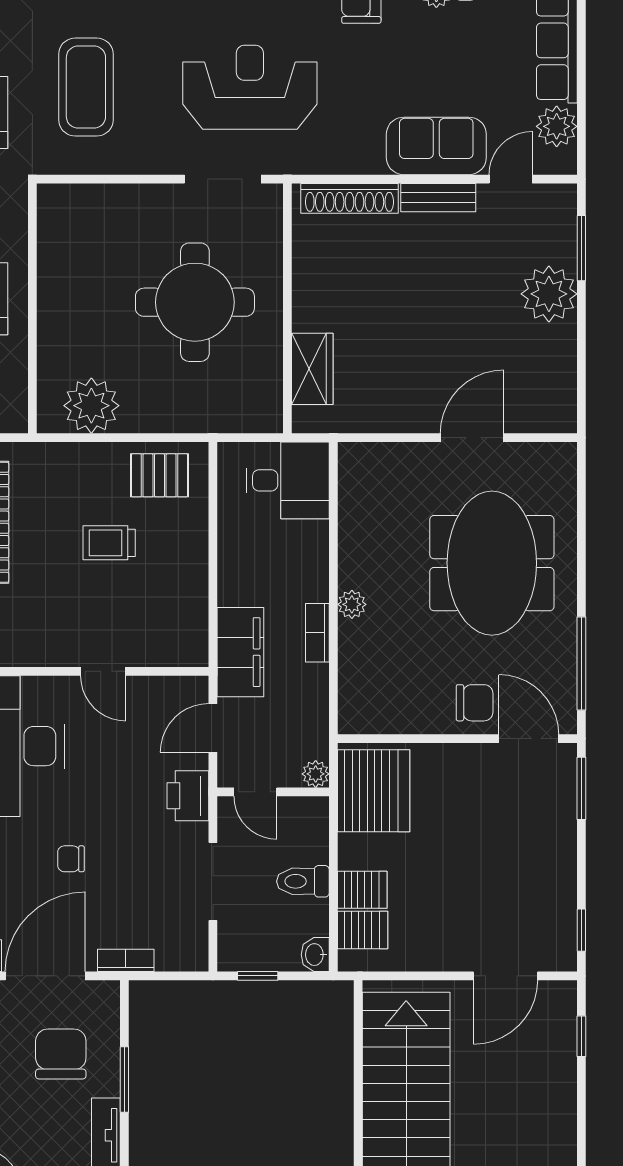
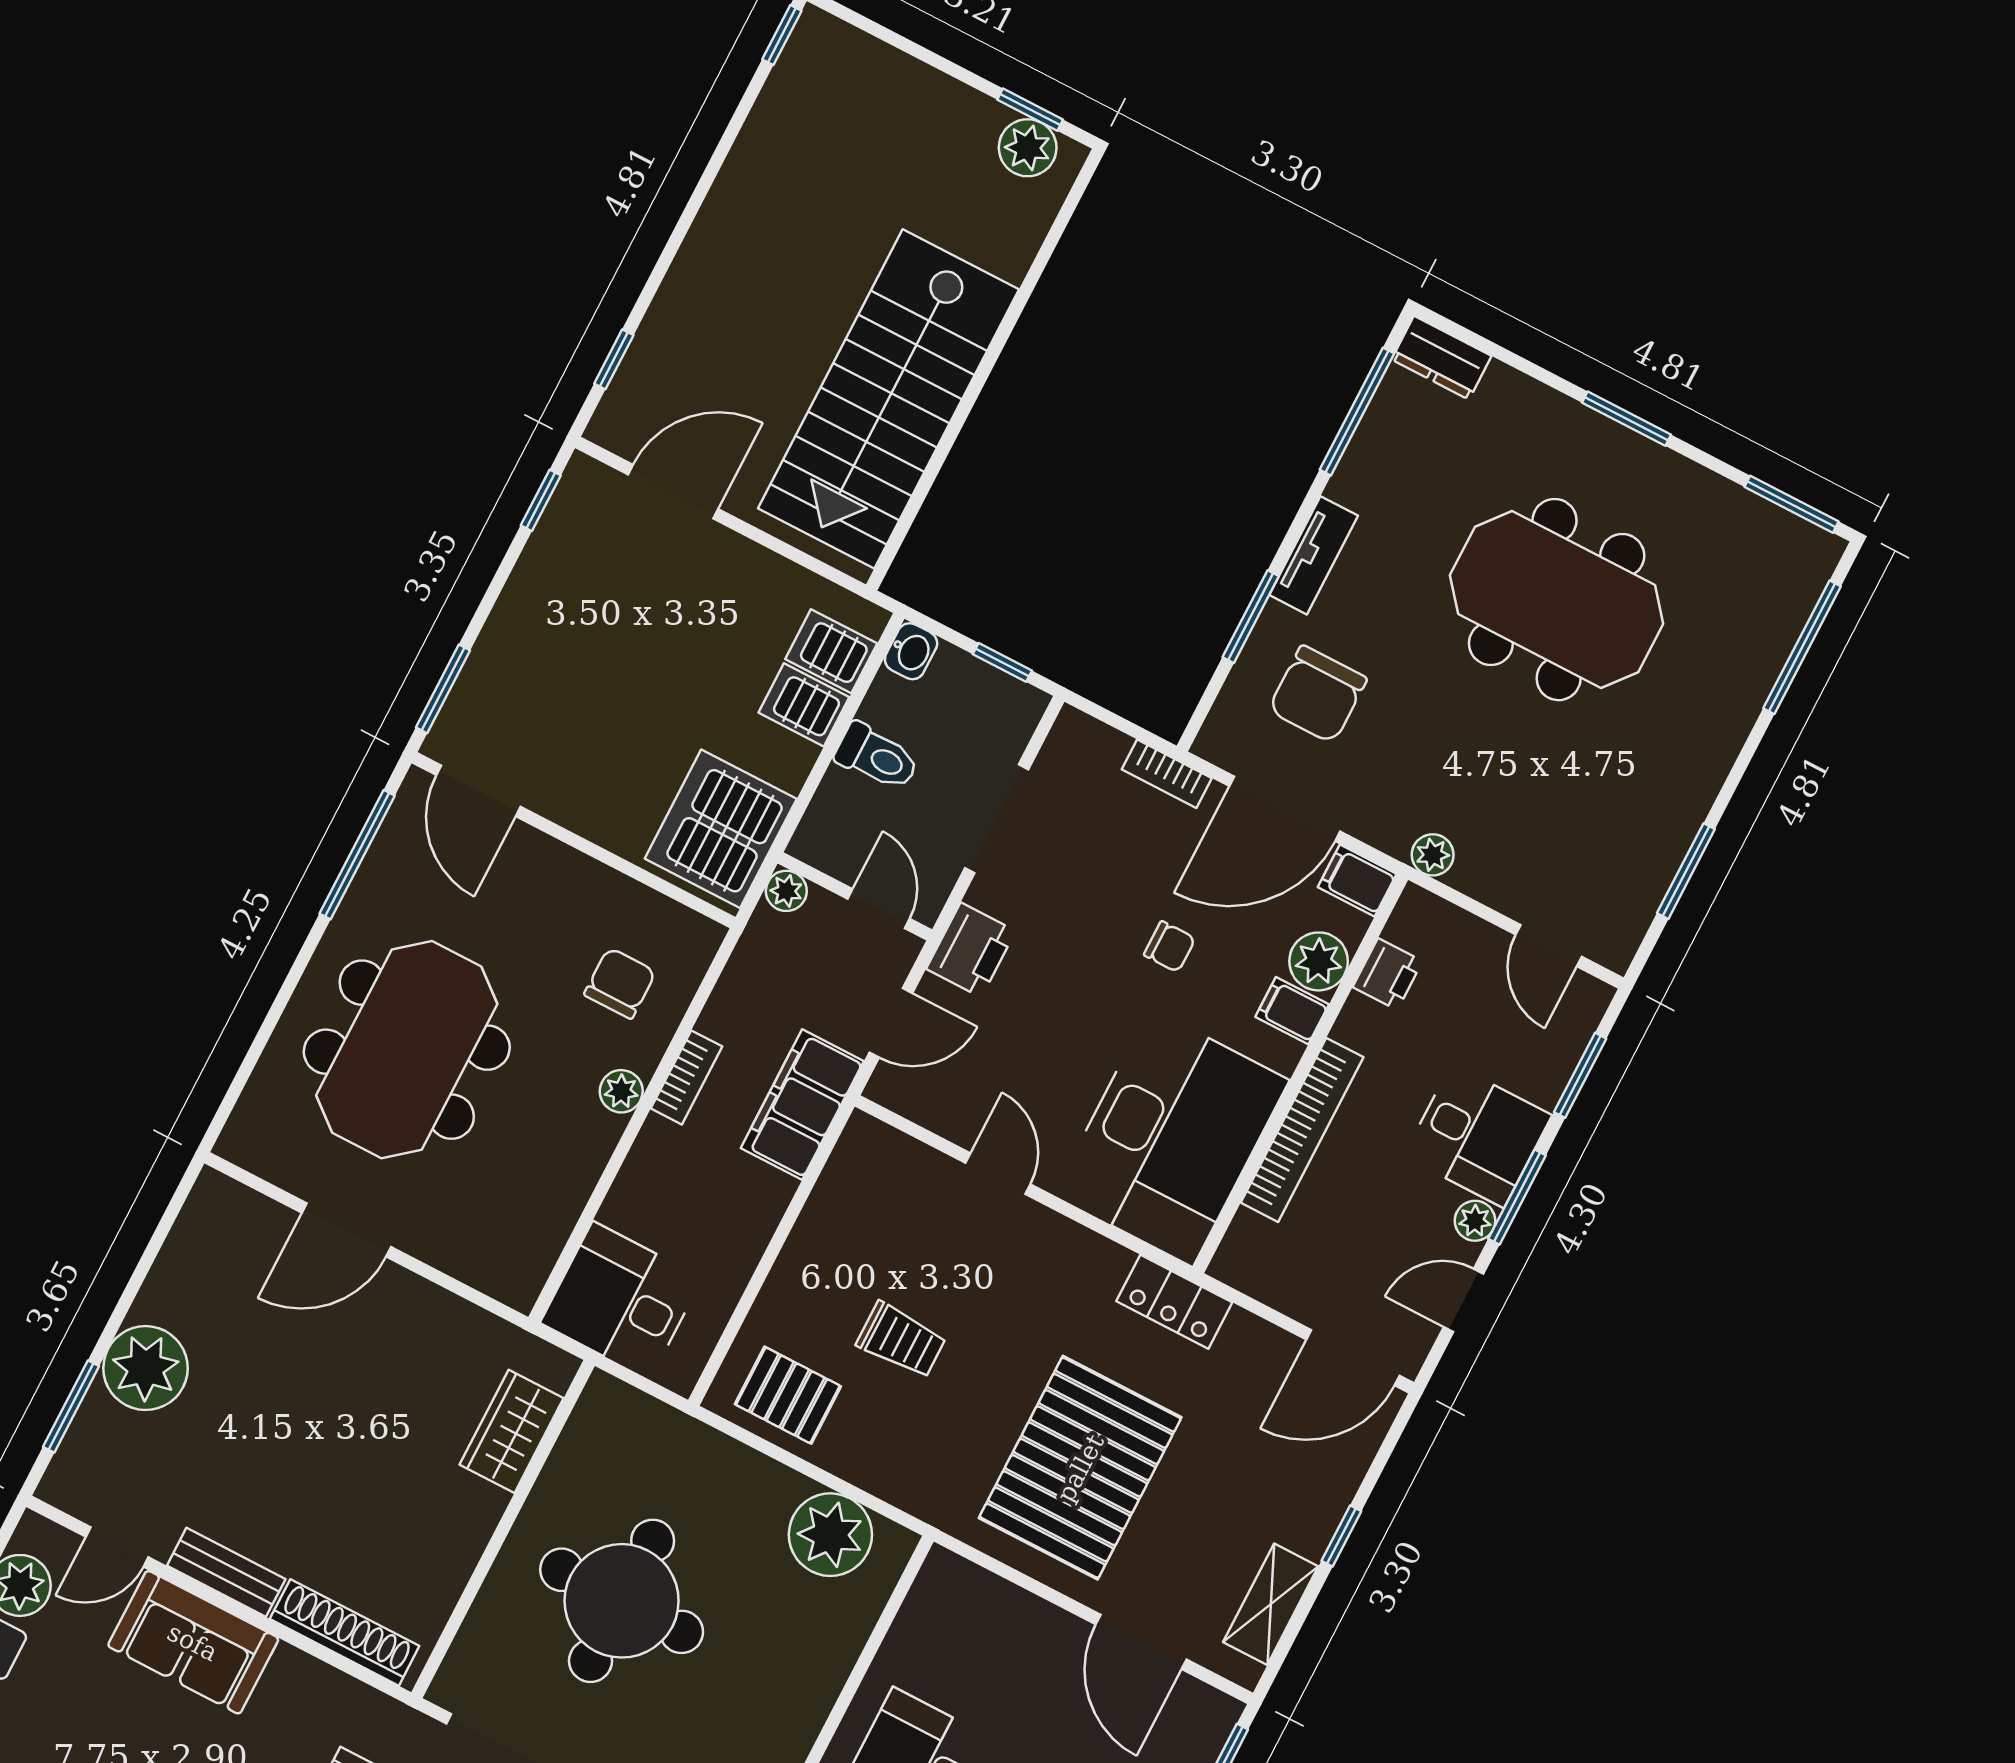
chair: (475, 703) -> (620, 983), moved, turned 90

